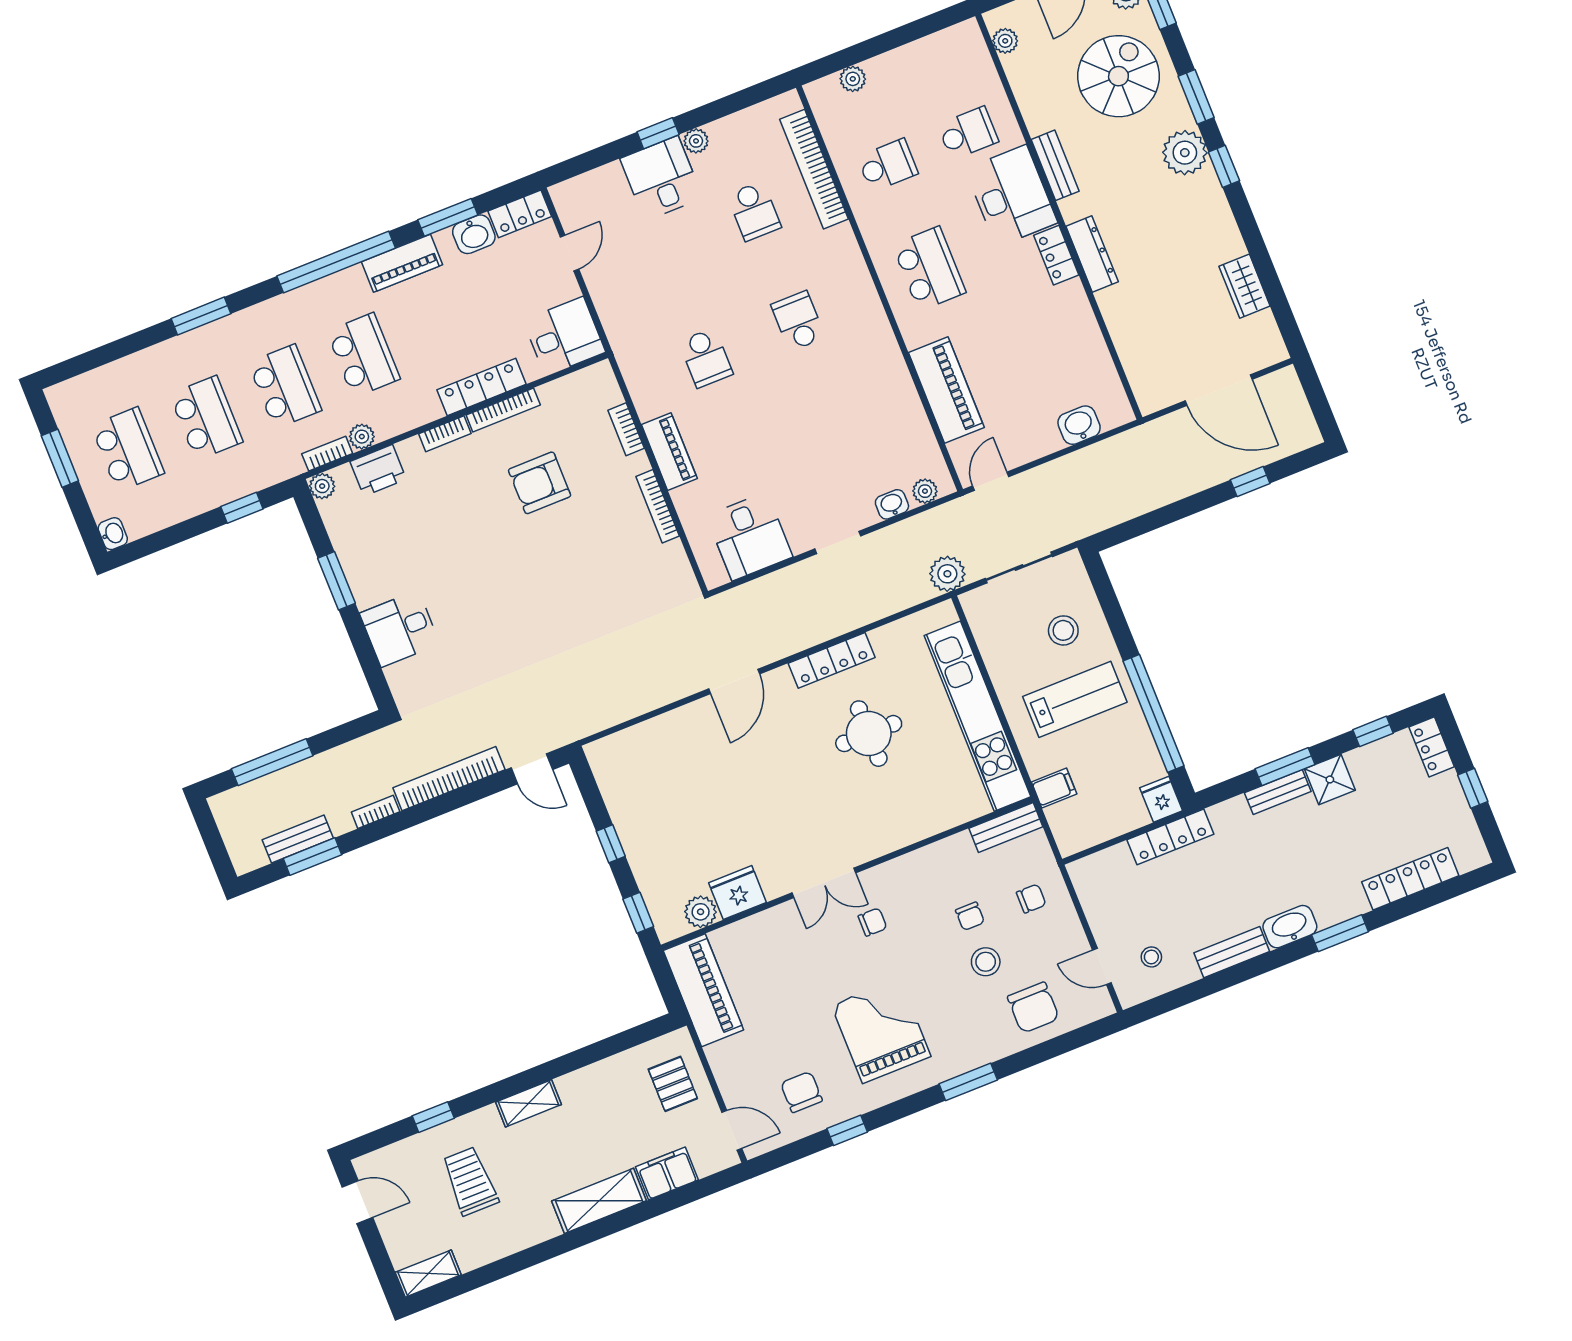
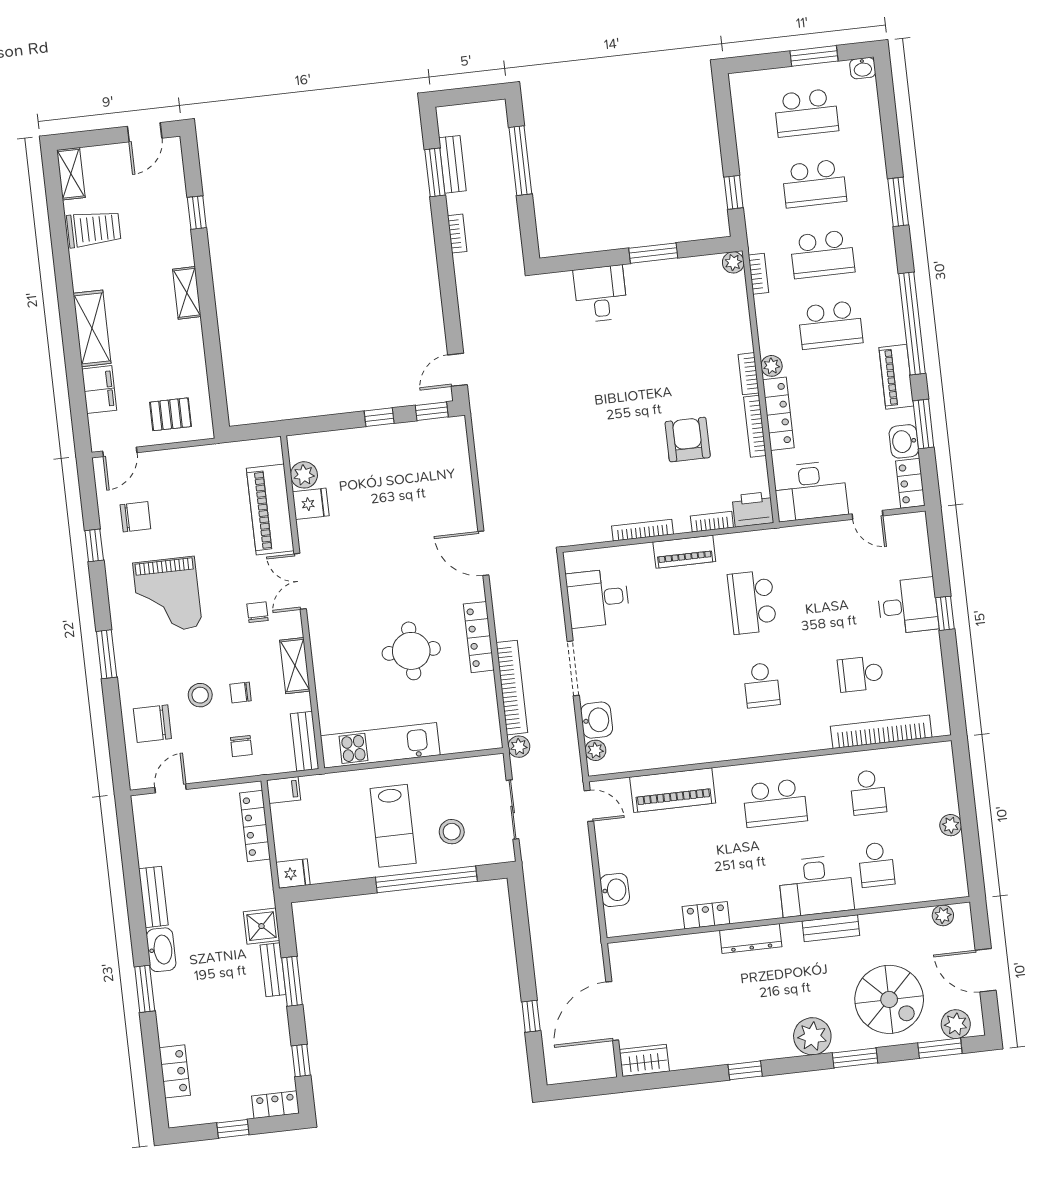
plant: (853, 79) -> (951, 825), moved
plant: (696, 141) -> (930, 642), removed
window: (1224, 166) -> (745, 1070), moved
locker: (1056, 255) -> (706, 915), moved
wardrobe: (1245, 286) -> (644, 1060), moved
school desk: (798, 321) -> (762, 685), turned 90
desk: (564, 336) -> (811, 491), width x1.37
school desk: (706, 358) -> (752, 602), width x1.85
plant: (362, 437) -> (772, 366), moved
printer: (378, 470) -> (753, 509), moved, turned 90
washbasin: (892, 504) -> (597, 720), width x1.38, depth x1.45
washbasin: (113, 534) -> (863, 68), moved
doorway: (838, 542) -> (573, 668), width x1.38
plant: (947, 574) -> (519, 747), width x0.73, depth x0.73
window: (1153, 713) -> (426, 879), moved
kitchen unit: (977, 716) -> (380, 745), width x0.73
bookcase: (449, 779) -> (512, 688), moved
shower: (1330, 779) -> (262, 926), moved
filing cabinet: (1054, 788) -> (284, 790), moved, turned -90
locker: (1170, 837) -> (255, 826), moved
shelving: (922, 862) -> (295, 666), added
locker: (1410, 879) -> (175, 1071), width x0.66
fridge: (738, 893) -> (311, 504), width x0.72
window: (638, 913) -> (432, 411), moved
chair: (872, 922) -> (258, 612), turned 180
stool: (1151, 957) -> (167, 831), removed
piano: (703, 990) -> (270, 510), moved, turned 90
grand piano: (881, 1031) -> (167, 595), turned 90
trolley: (470, 1181) -> (94, 229), moved

